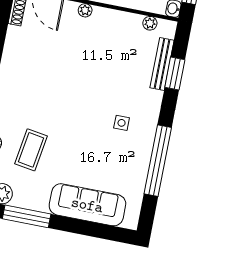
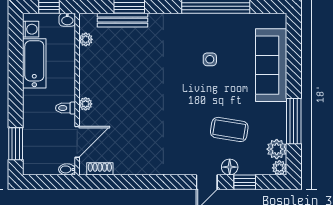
side table: (122, 123) -> (210, 59), moved

